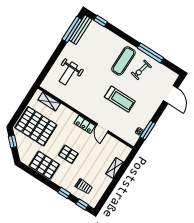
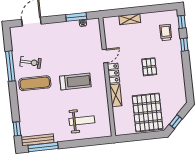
treadmill: (120, 99) -> (75, 82), moved, turned 90
shelving: (49, 102) -> (116, 95), moved
pallet: (44, 165) -> (174, 80), removed

